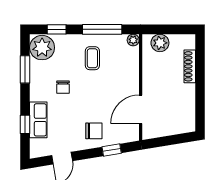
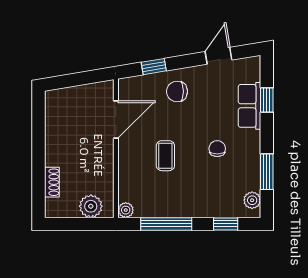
plant: (42, 48) -> (252, 200), width x0.53, depth x0.53
coffee table: (92, 58) -> (165, 156), moved
shoe rack: (190, 66) -> (52, 182), width x0.70

